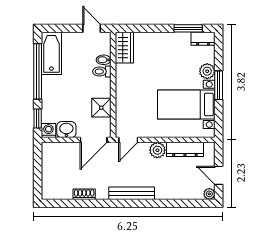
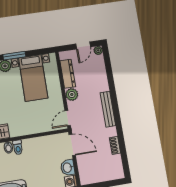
shower: (101, 108) -> (46, 143), removed
door: (128, 140) -> (68, 118), swing flipped

